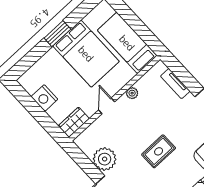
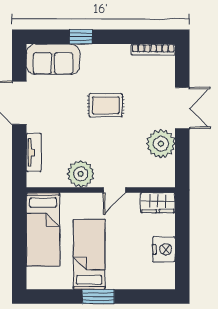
bed: (86, 54) -> (89, 254), width x0.67
plant: (132, 93) -> (81, 174), width x1.87, depth x1.87

